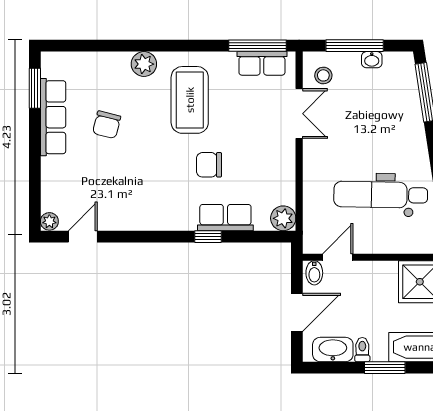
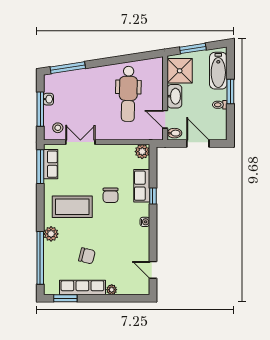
window: (103, 46) -> (40, 258), added
plant: (49, 221) -> (112, 290), moved
water cooler: (164, 223) -> (145, 222), added
washbasin: (333, 349) -> (174, 96), moved, turned 180

